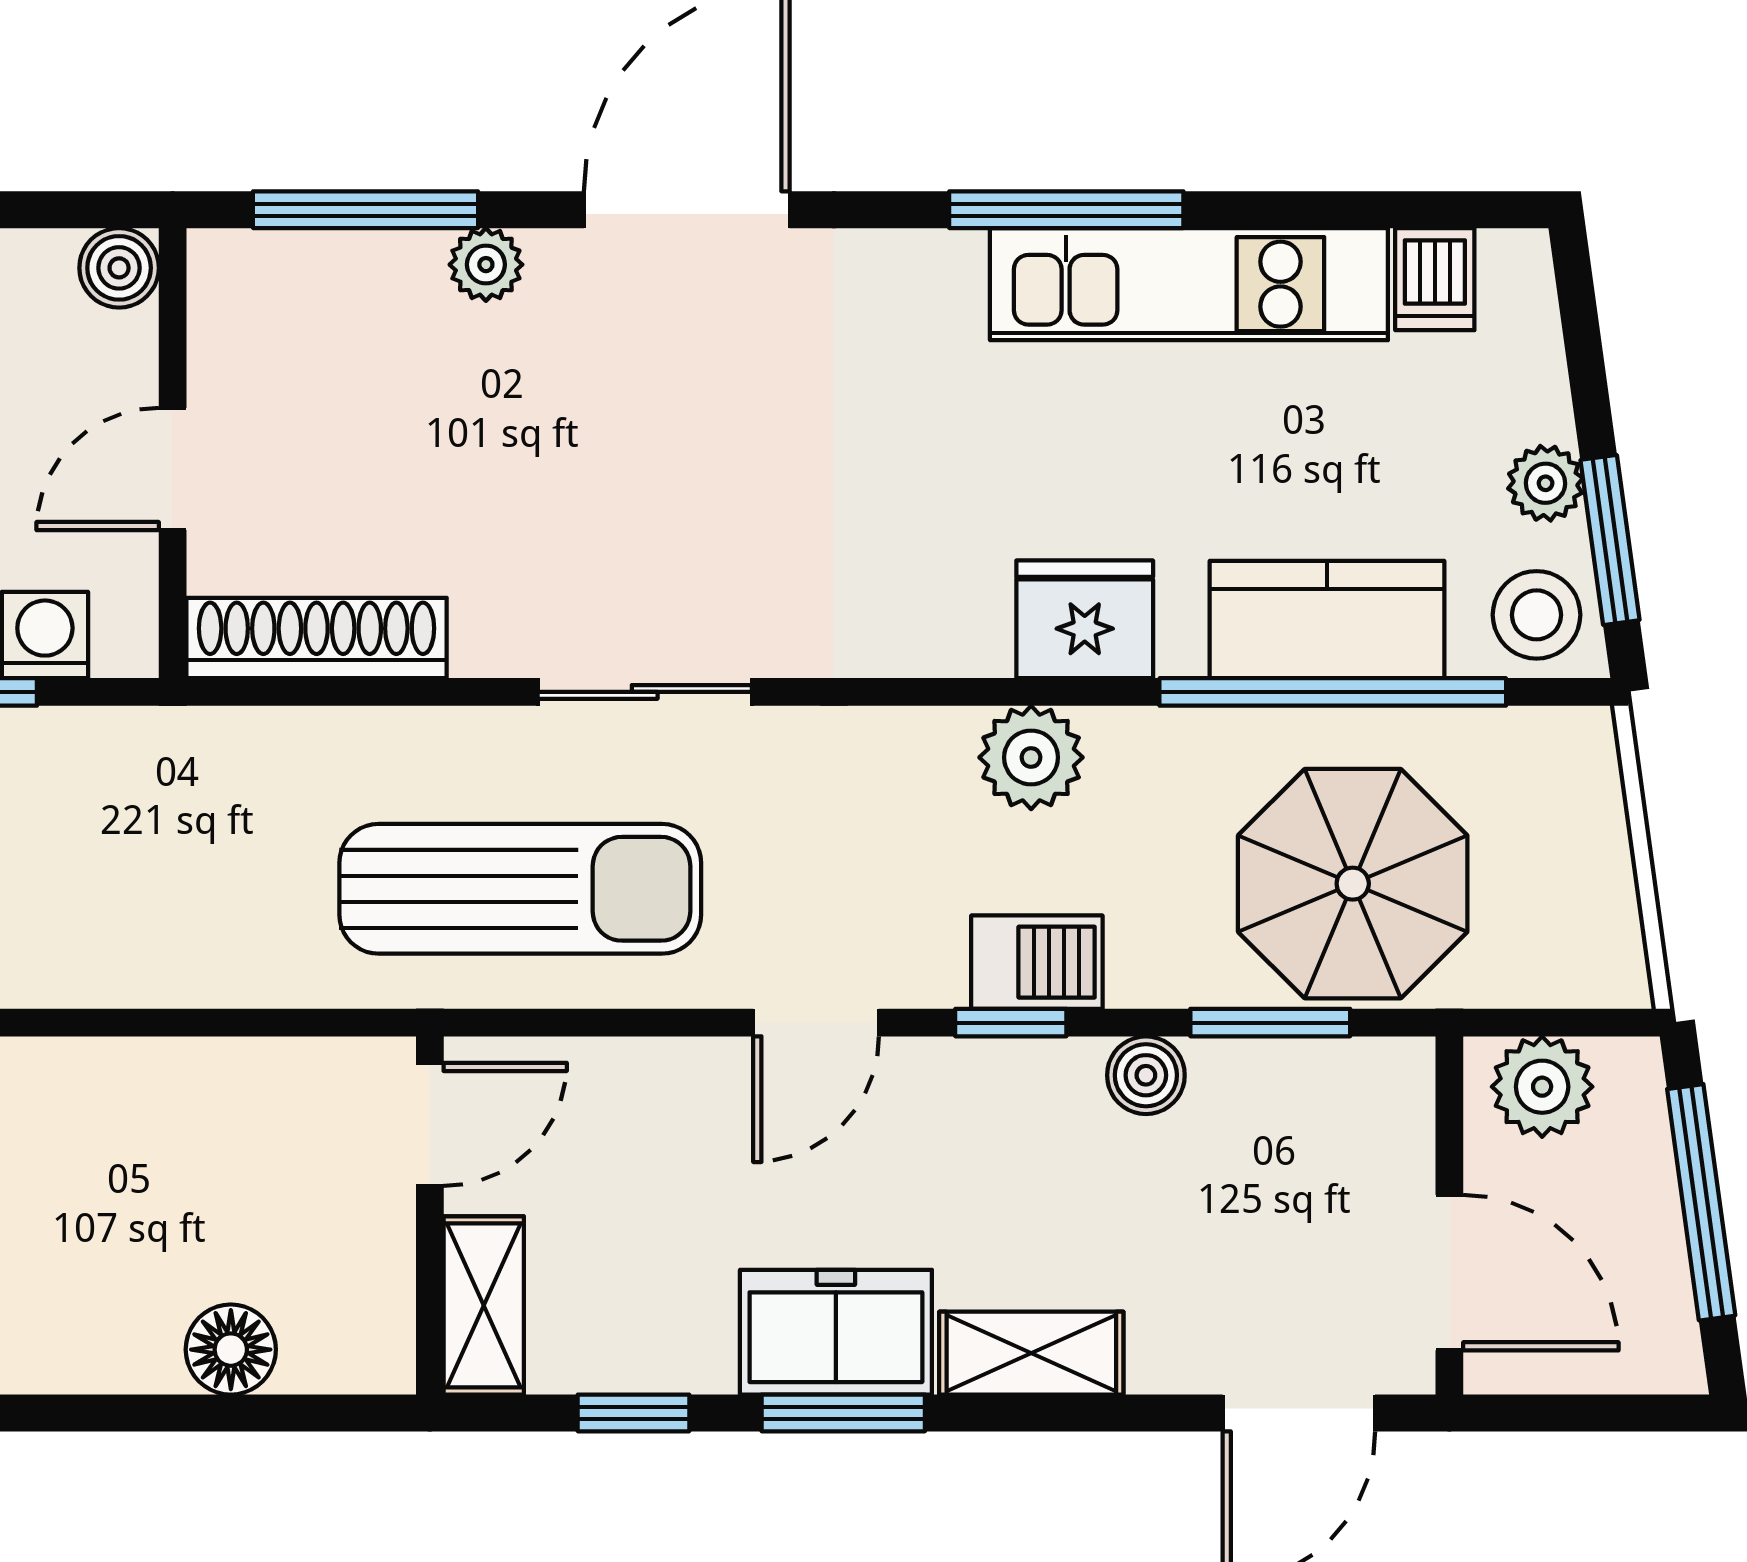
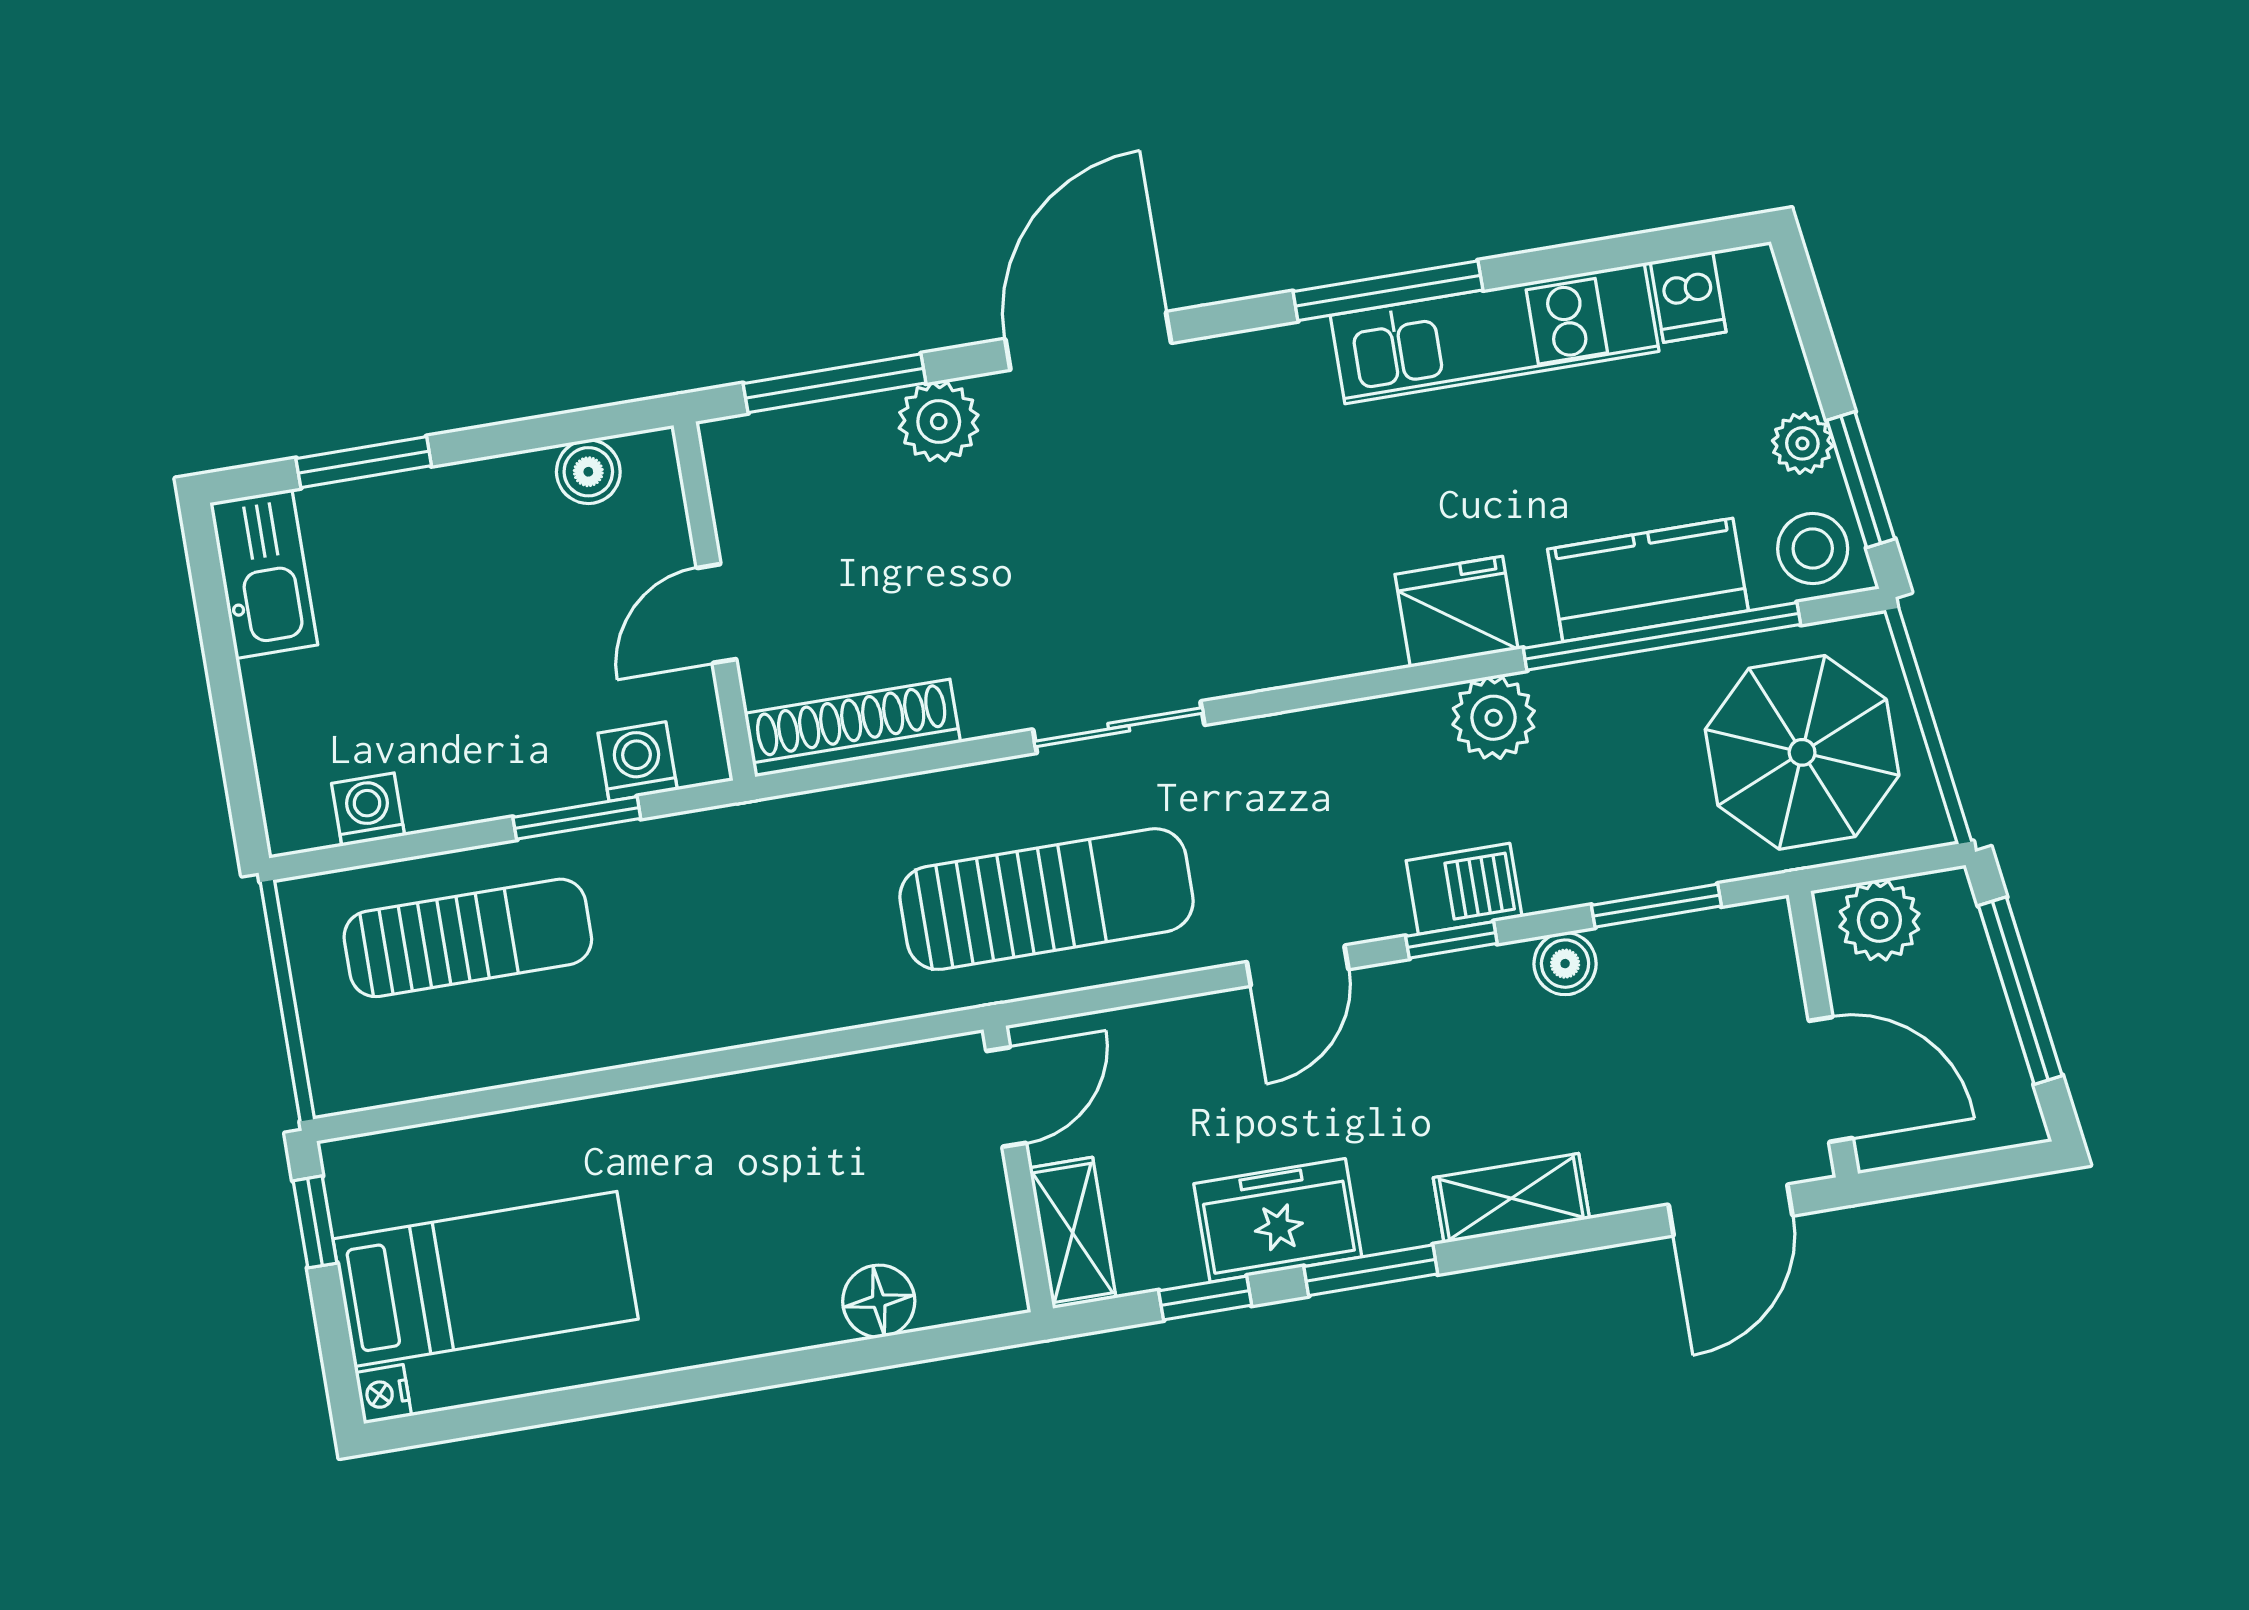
plant: (486, 265) -> (939, 422), width x1.38, depth x1.38
boiler: (119, 268) -> (588, 472), moved
plant: (1031, 757) -> (1494, 718), moved
parasol: (1353, 884) -> (1802, 752), moved
freezer: (836, 1332) -> (1278, 1220), moved

